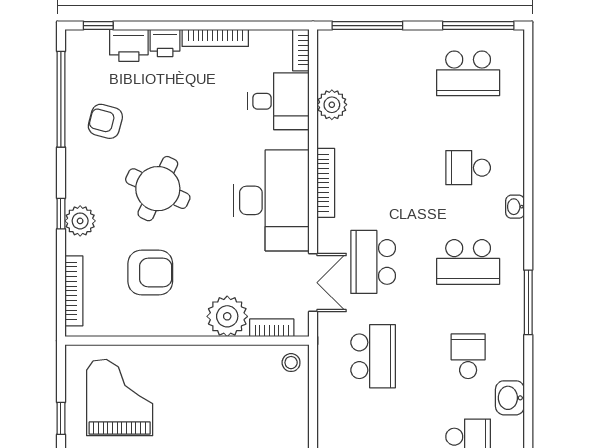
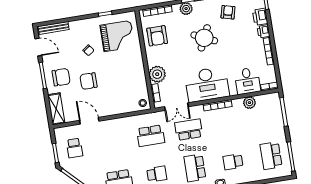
school desk: (468, 168) -> (233, 162), turned -90
armchair: (150, 273) -> (157, 36), moved

